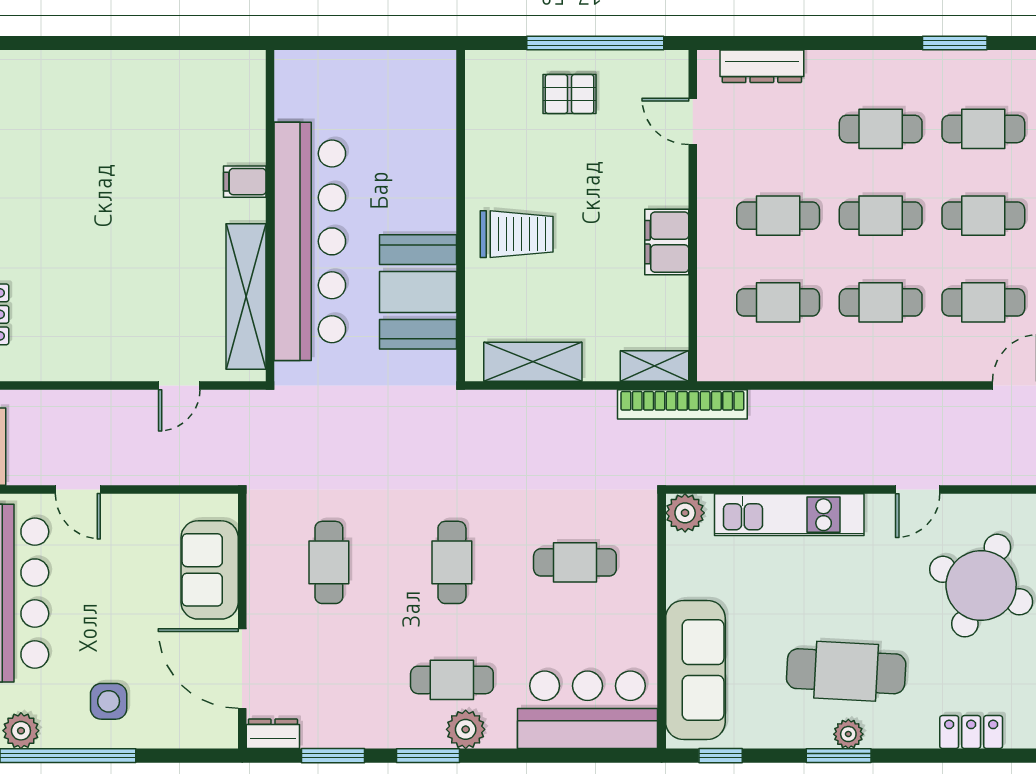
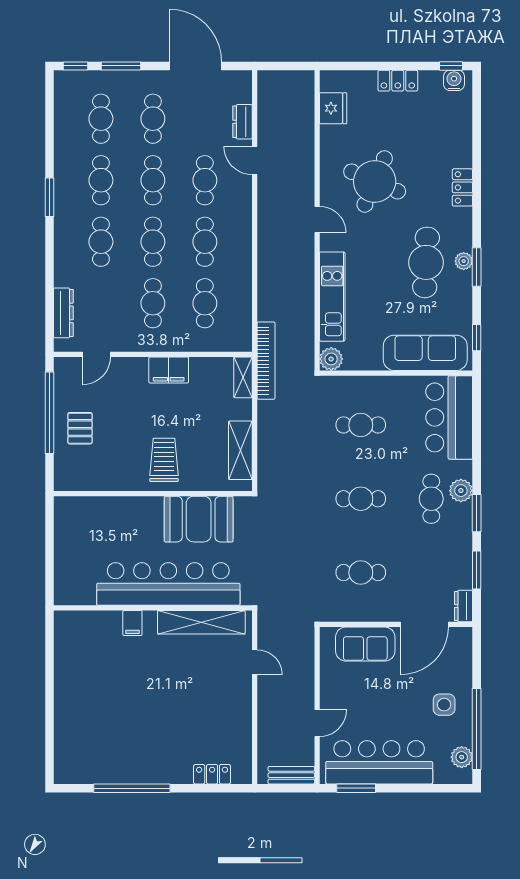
cafe table: (575, 562) -> (361, 425), turned 90

